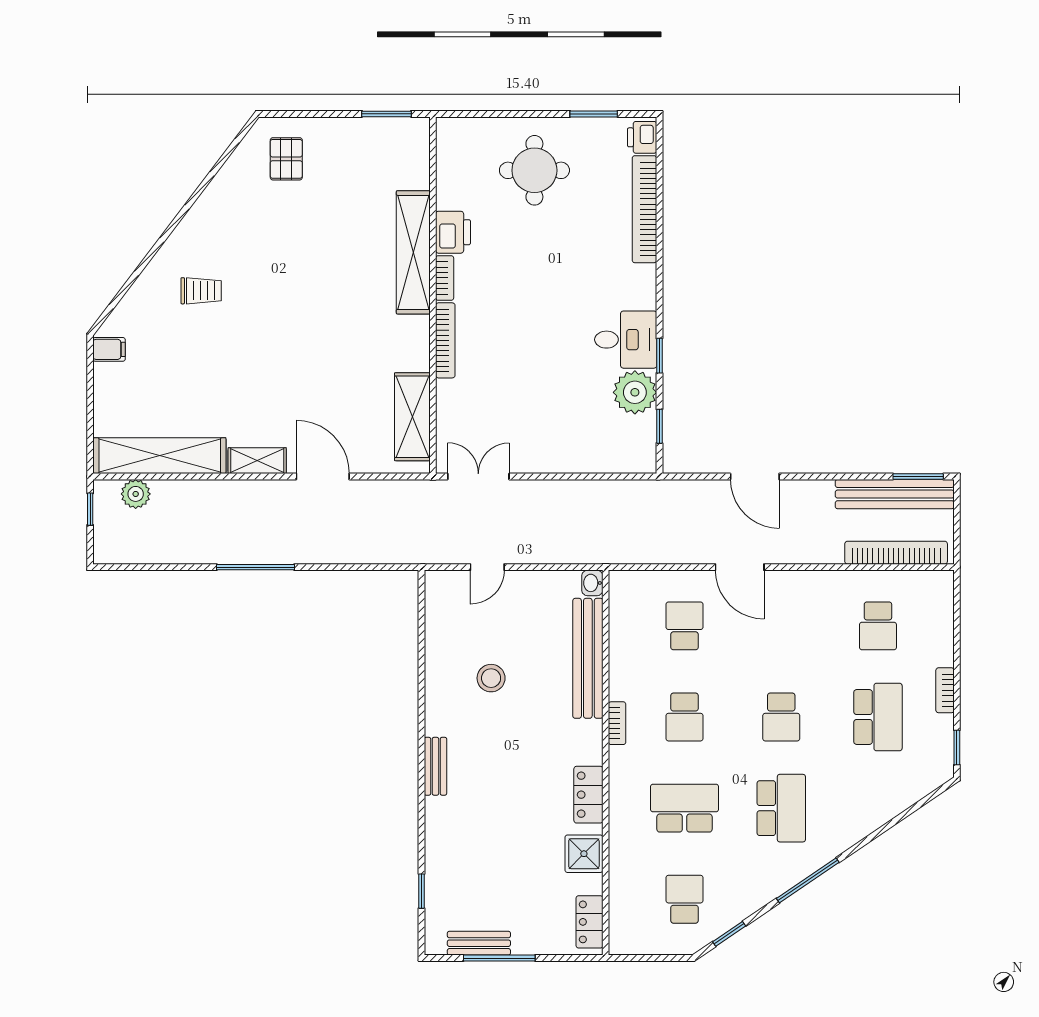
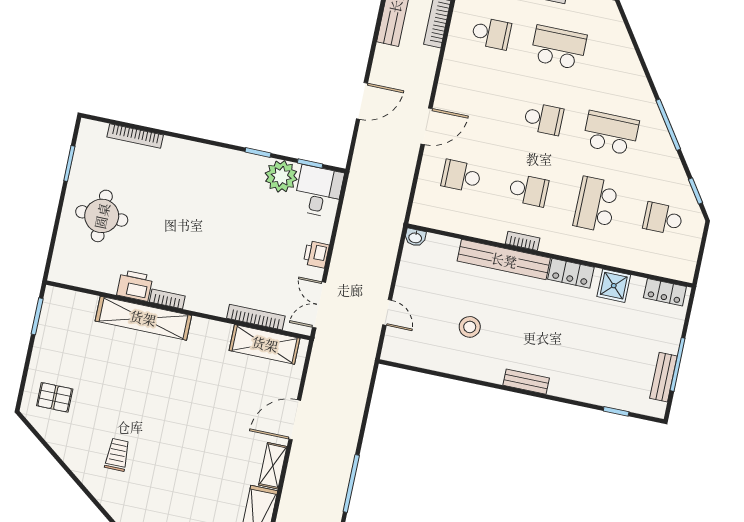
printer: (642, 137) -> (316, 254), moved, turned 90
bookcase: (644, 209) -> (135, 136), width x0.68, depth x0.76
trolley: (201, 291) -> (117, 455), moved
bookcase: (445, 340) -> (256, 317), moved
desk: (626, 340) -> (319, 191), moved
bench: (588, 658) -> (504, 260), moved

